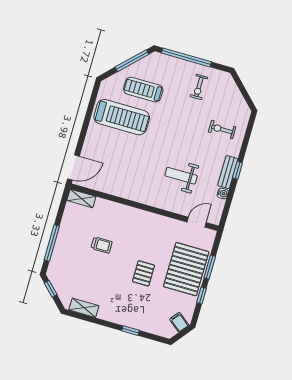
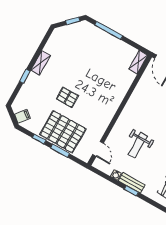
weight bench: (181, 176) -> (138, 145), turned 180
trolley: (102, 245) -> (98, 69), removed
shelving: (84, 308) -> (41, 63), moved

